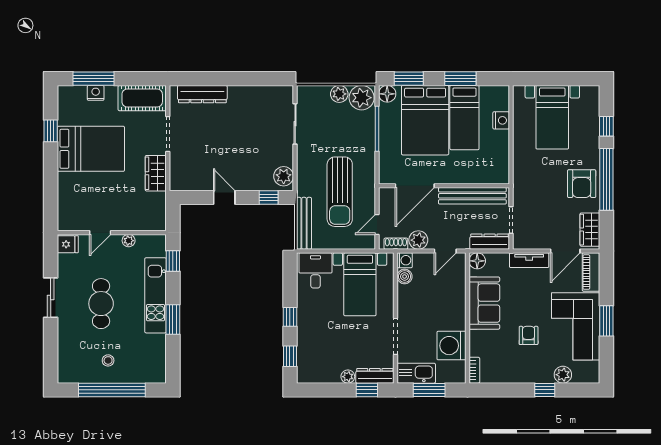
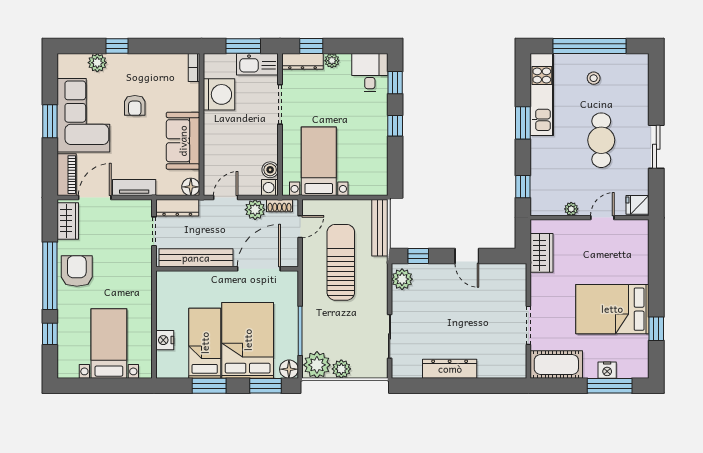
dresser: (202, 94) -> (450, 369), moved
wardrobe: (156, 173) -> (542, 253), moved
desk: (315, 270) -> (370, 73), moved, turned 180
kitchen unit: (156, 295) -> (542, 94), moved

